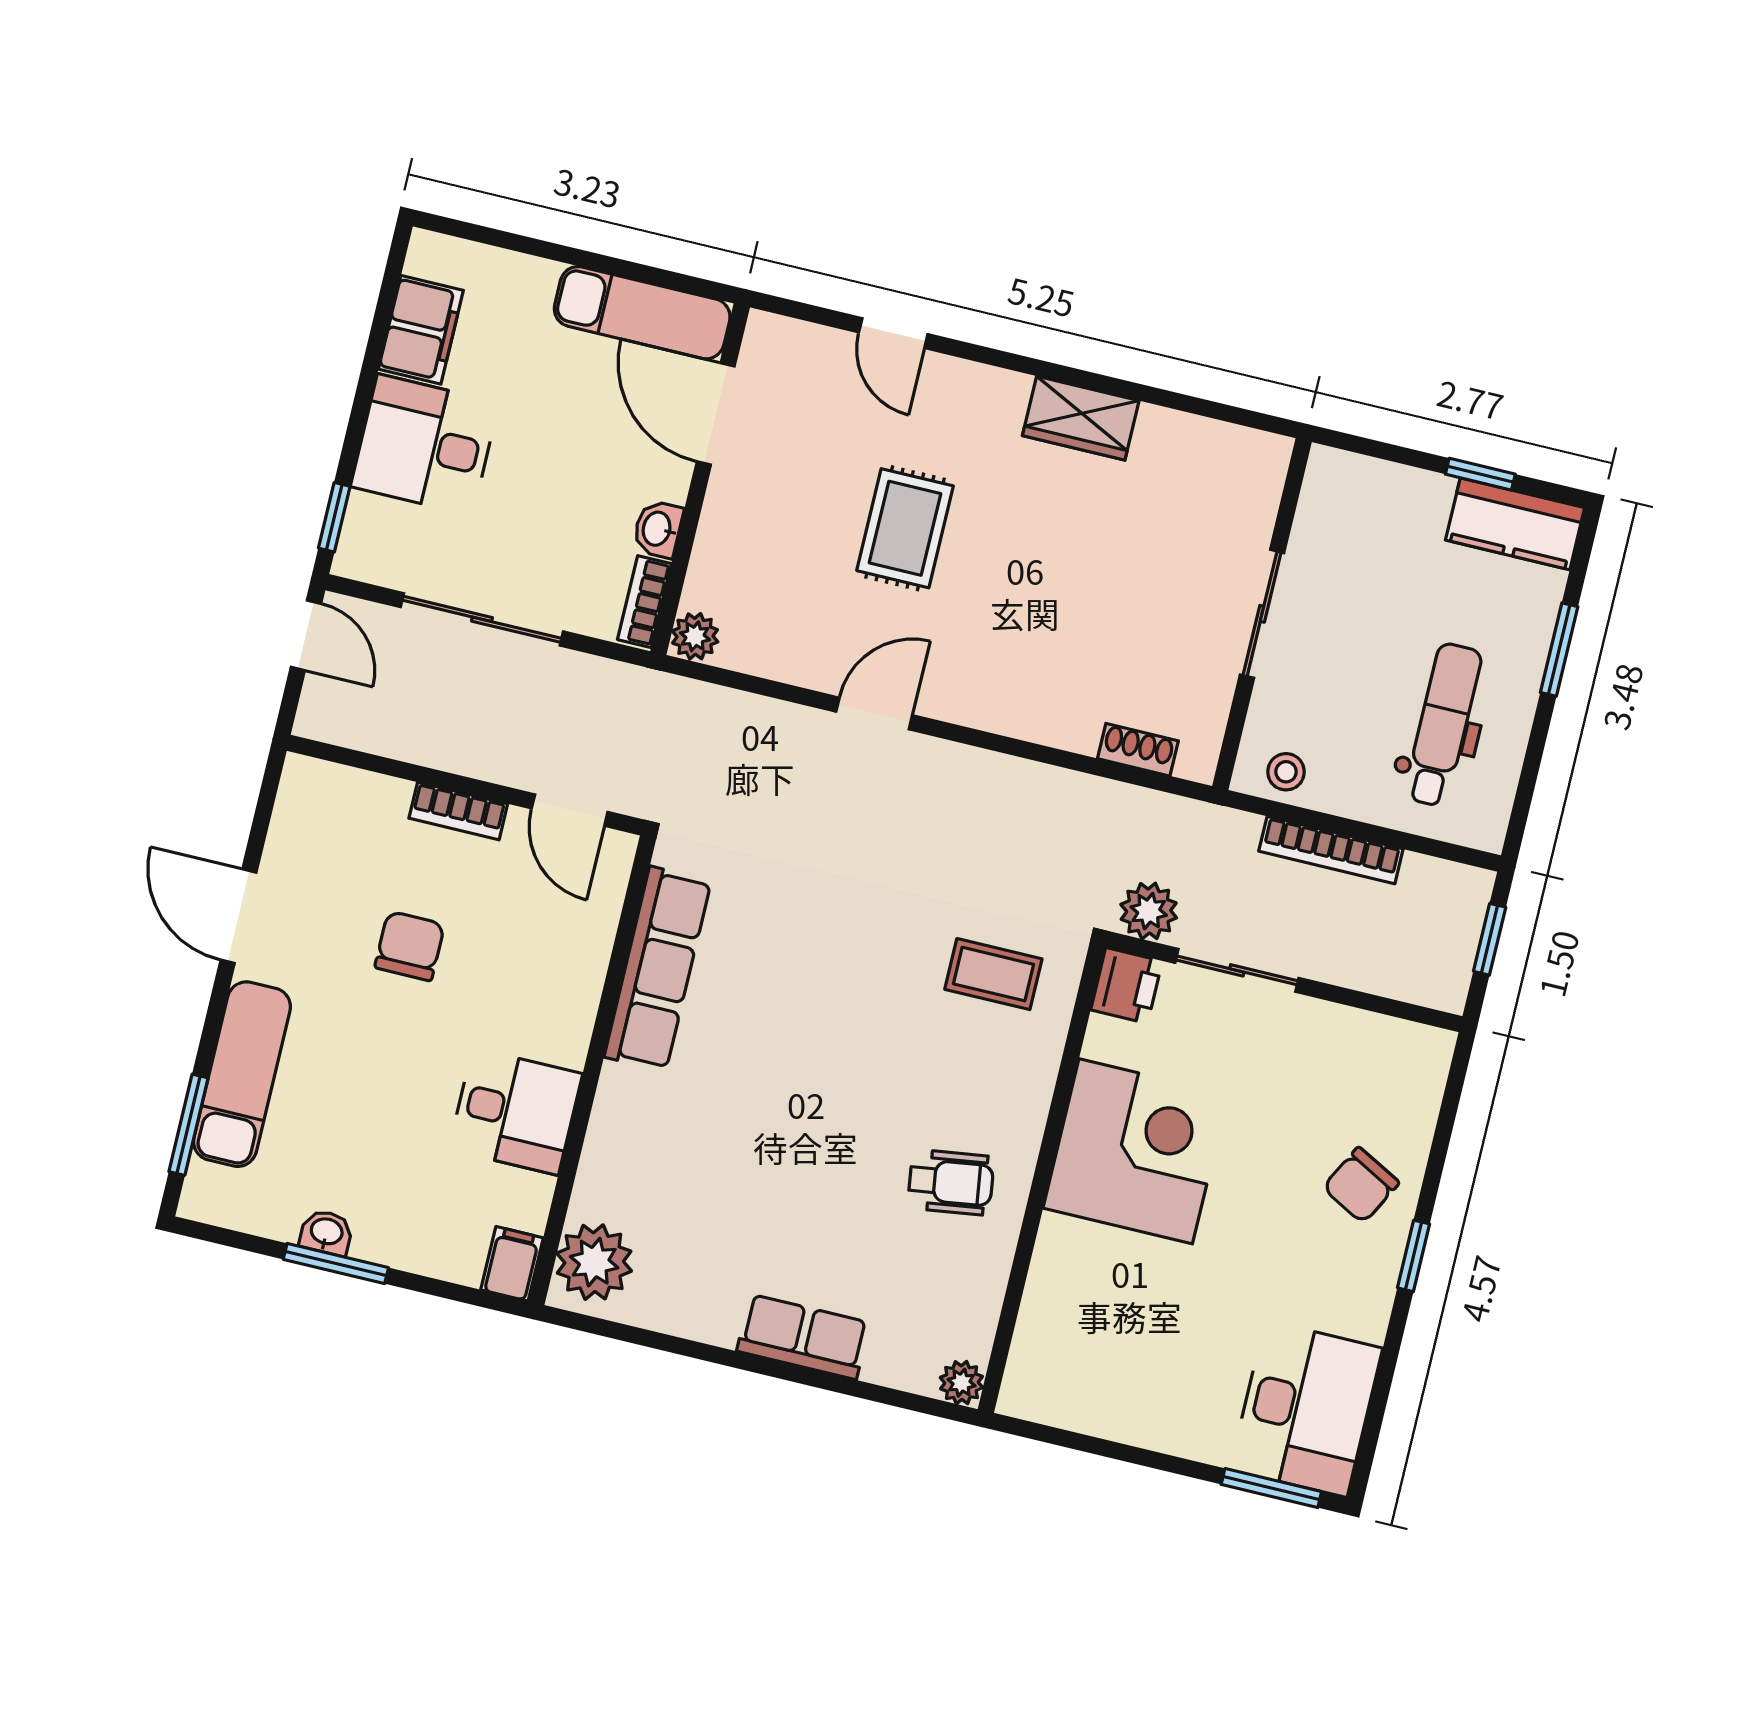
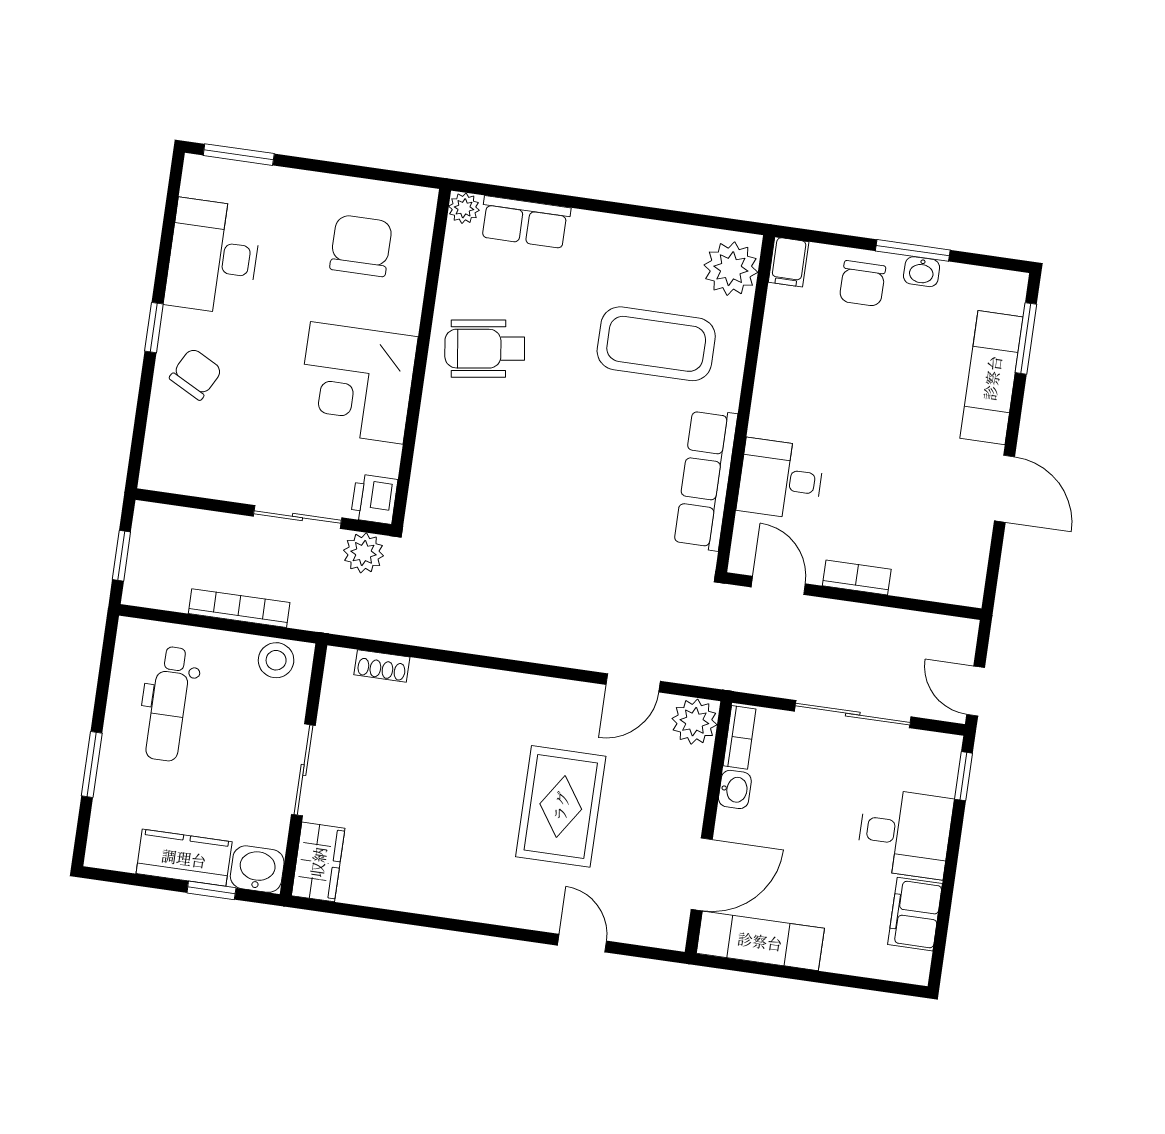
door: (716, 414) -> (702, 874), hinge flipped
wardrobe: (1081, 418) -> (318, 862), moved, turned 90
window: (1480, 474) -> (211, 890), moved
washbasin: (1340, 480) -> (257, 869), added
kitchen counter: (1515, 524) -> (184, 858), moved
rug: (905, 528) -> (561, 806), width x1.36, depth x1.43
plant: (695, 636) -> (694, 722), width x1.38, depth x1.38
door: (874, 713) -> (633, 683), moved
stool: (1286, 772) -> (276, 660), width x1.37, depth x1.37
chair: (410, 946) -> (862, 284), moved
coffee table: (993, 974) -> (656, 344), moved, width x1.86, depth x1.72
desk: (516, 1111) -> (781, 479), moved
wheelchair: (951, 1182) -> (485, 349), width x1.36, depth x1.37
row of seats: (803, 1337) -> (525, 222), moved
chair: (1111, 1344) -> (361, 246), added
desk: (1306, 1409) -> (213, 257), moved

